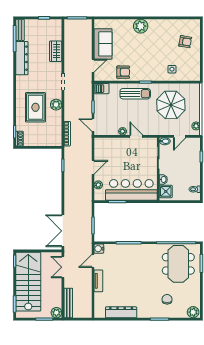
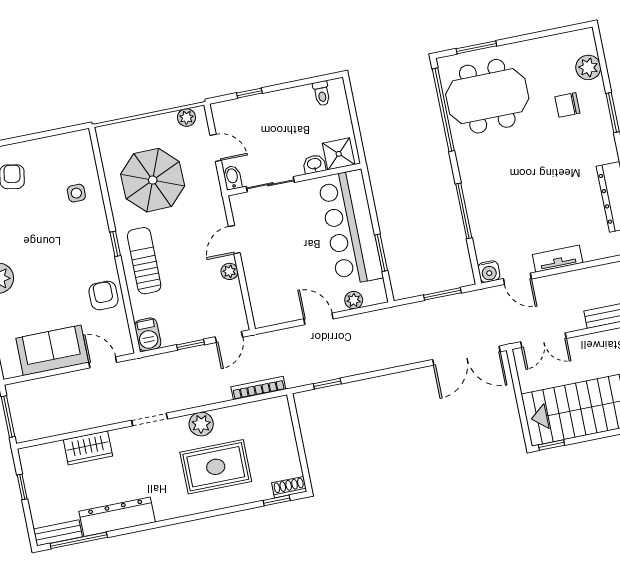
plant: (193, 312) -> (588, 67), moved

